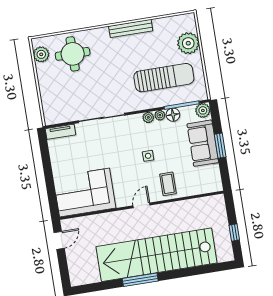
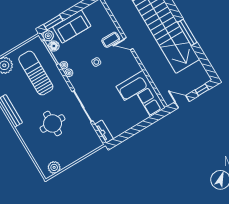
round table: (73, 54) -> (53, 123), moved
floor lamp: (173, 115) -> (54, 46), moved
window: (220, 146) -> (53, 22), moved
door: (141, 205) -> (128, 44), moved
window: (64, 270) -> (202, 90), added

